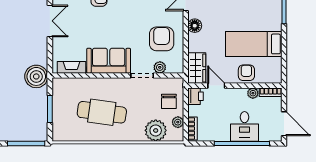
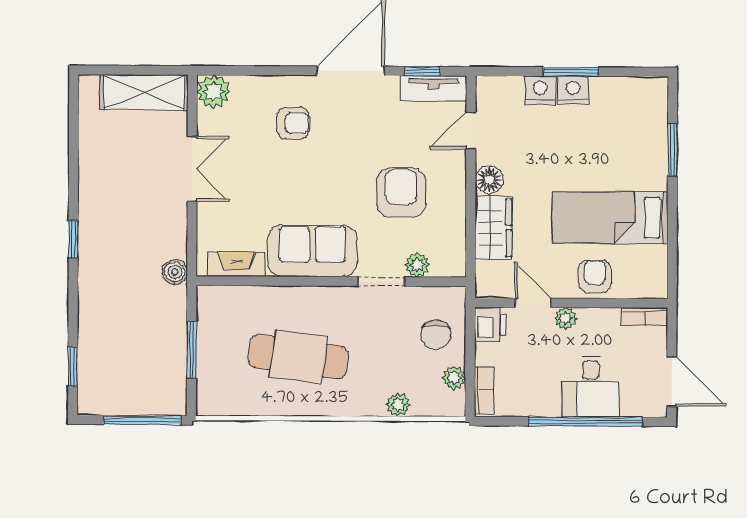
armchair: (162, 39) -> (401, 193), moved
wardrobe: (197, 68) -> (493, 228), moved
boiler: (36, 76) -> (175, 272), width x0.54, depth x0.54
plant: (253, 93) -> (566, 318), moved
plant: (156, 130) -> (398, 405), width x0.53, depth x0.53

